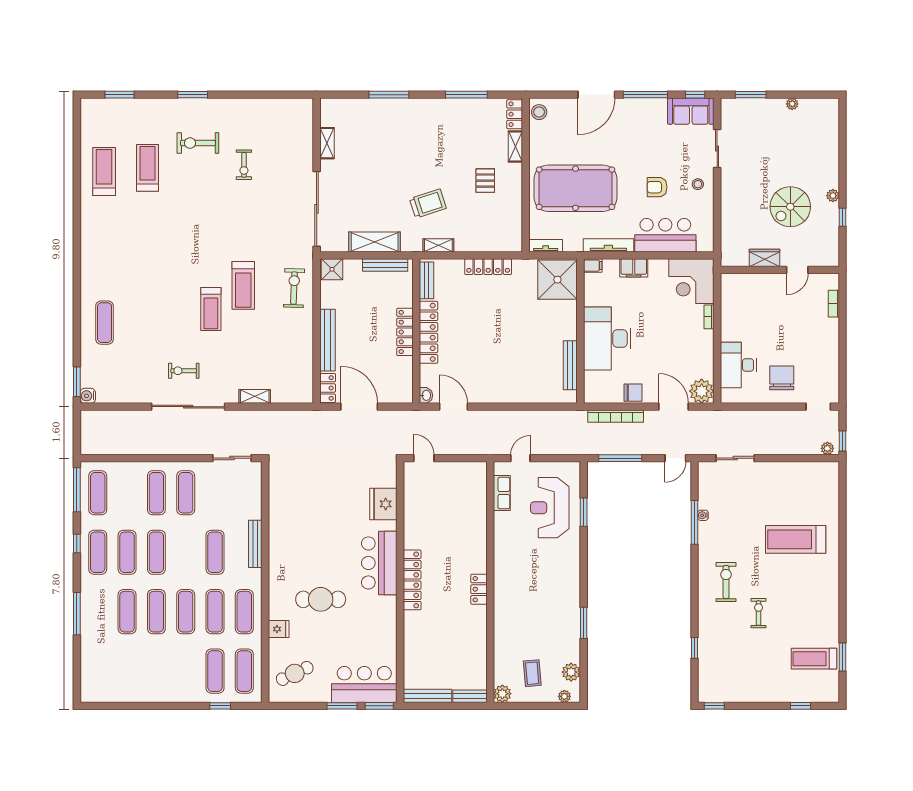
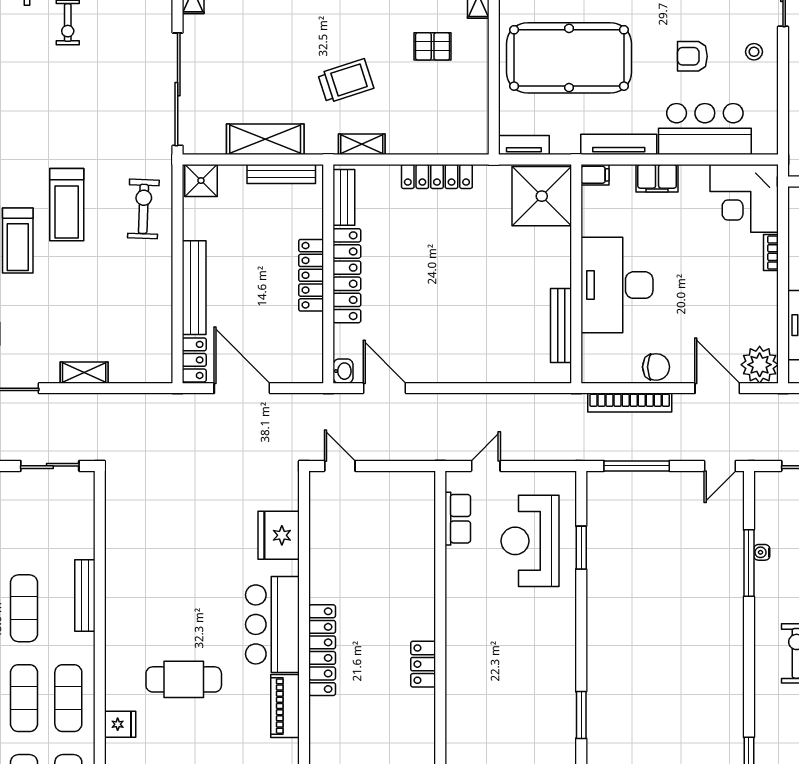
pallet: (485, 181) -> (433, 46), turned 90
piano: (388, 617) -> (285, 706), added

